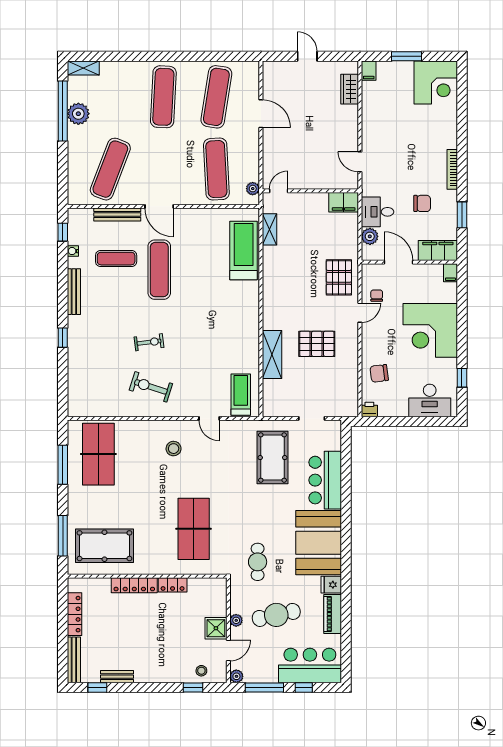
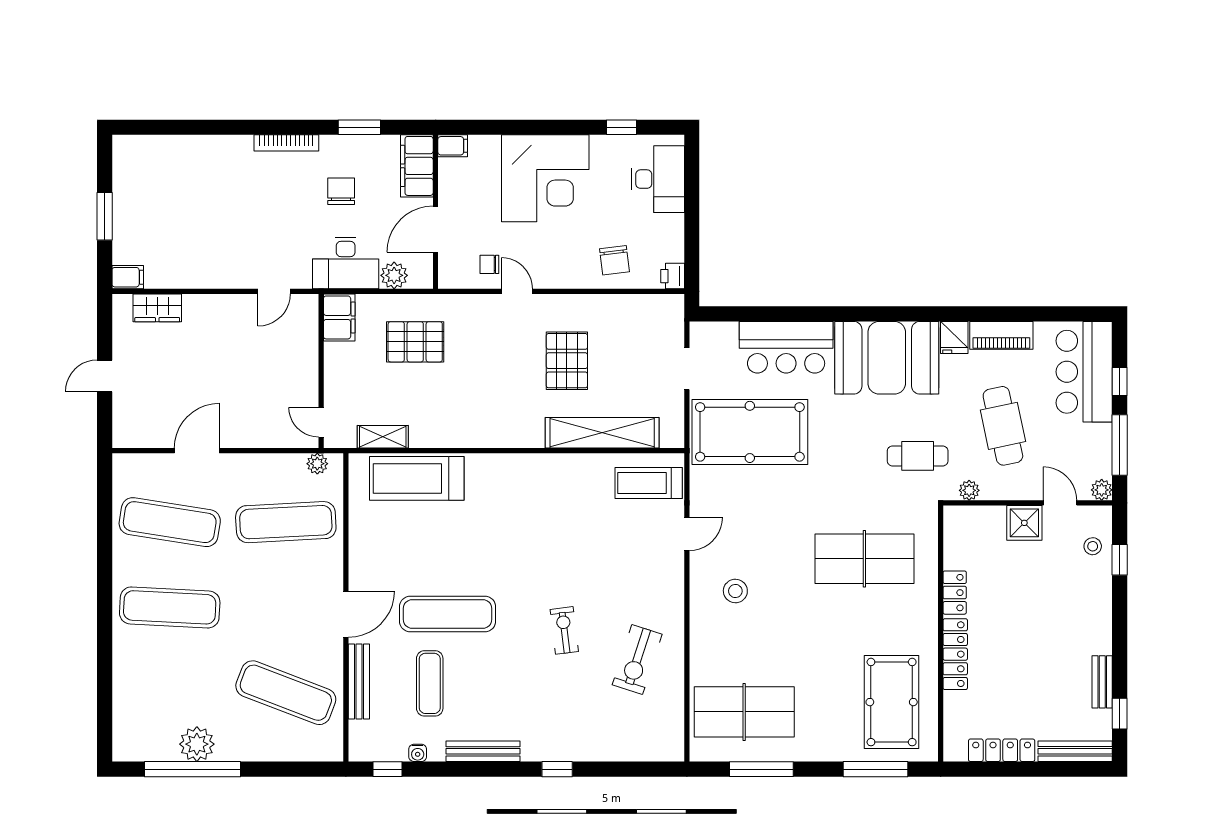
shelving: (83, 68) -> (124, 736), removed
corner desk: (436, 83) -> (147, 169), removed
desk: (377, 212) -> (346, 263), width x1.37
pallet: (339, 277) -> (415, 342), moved
shelving: (272, 354) -> (602, 433), width x1.47
exercise bike: (151, 387) -> (637, 660), moved
pool table: (272, 458) -> (750, 432), width x1.36, depth x1.32
plant: (236, 620) -> (969, 490), moved

